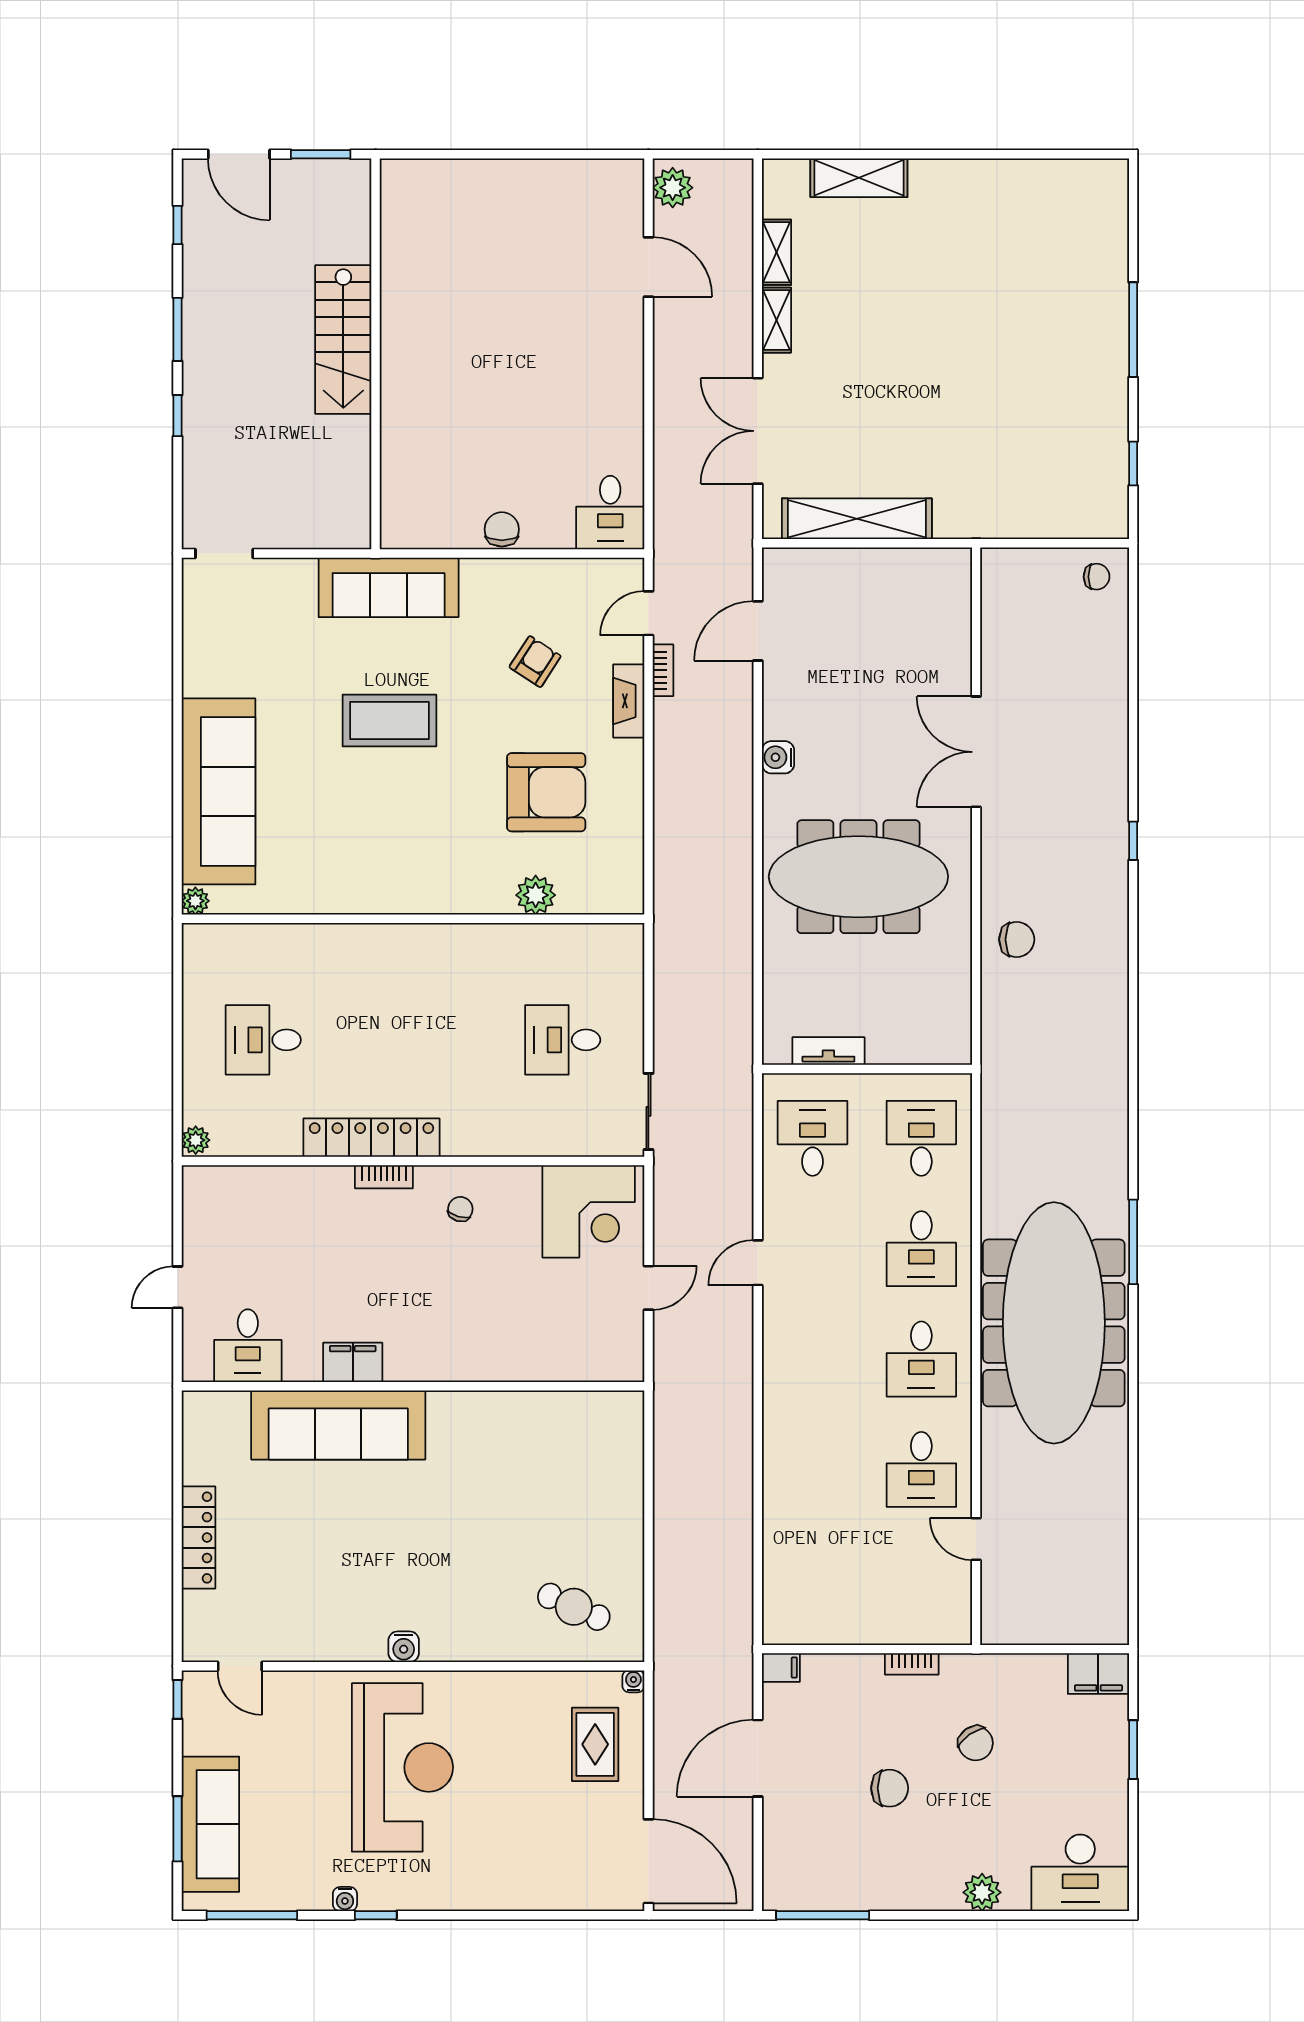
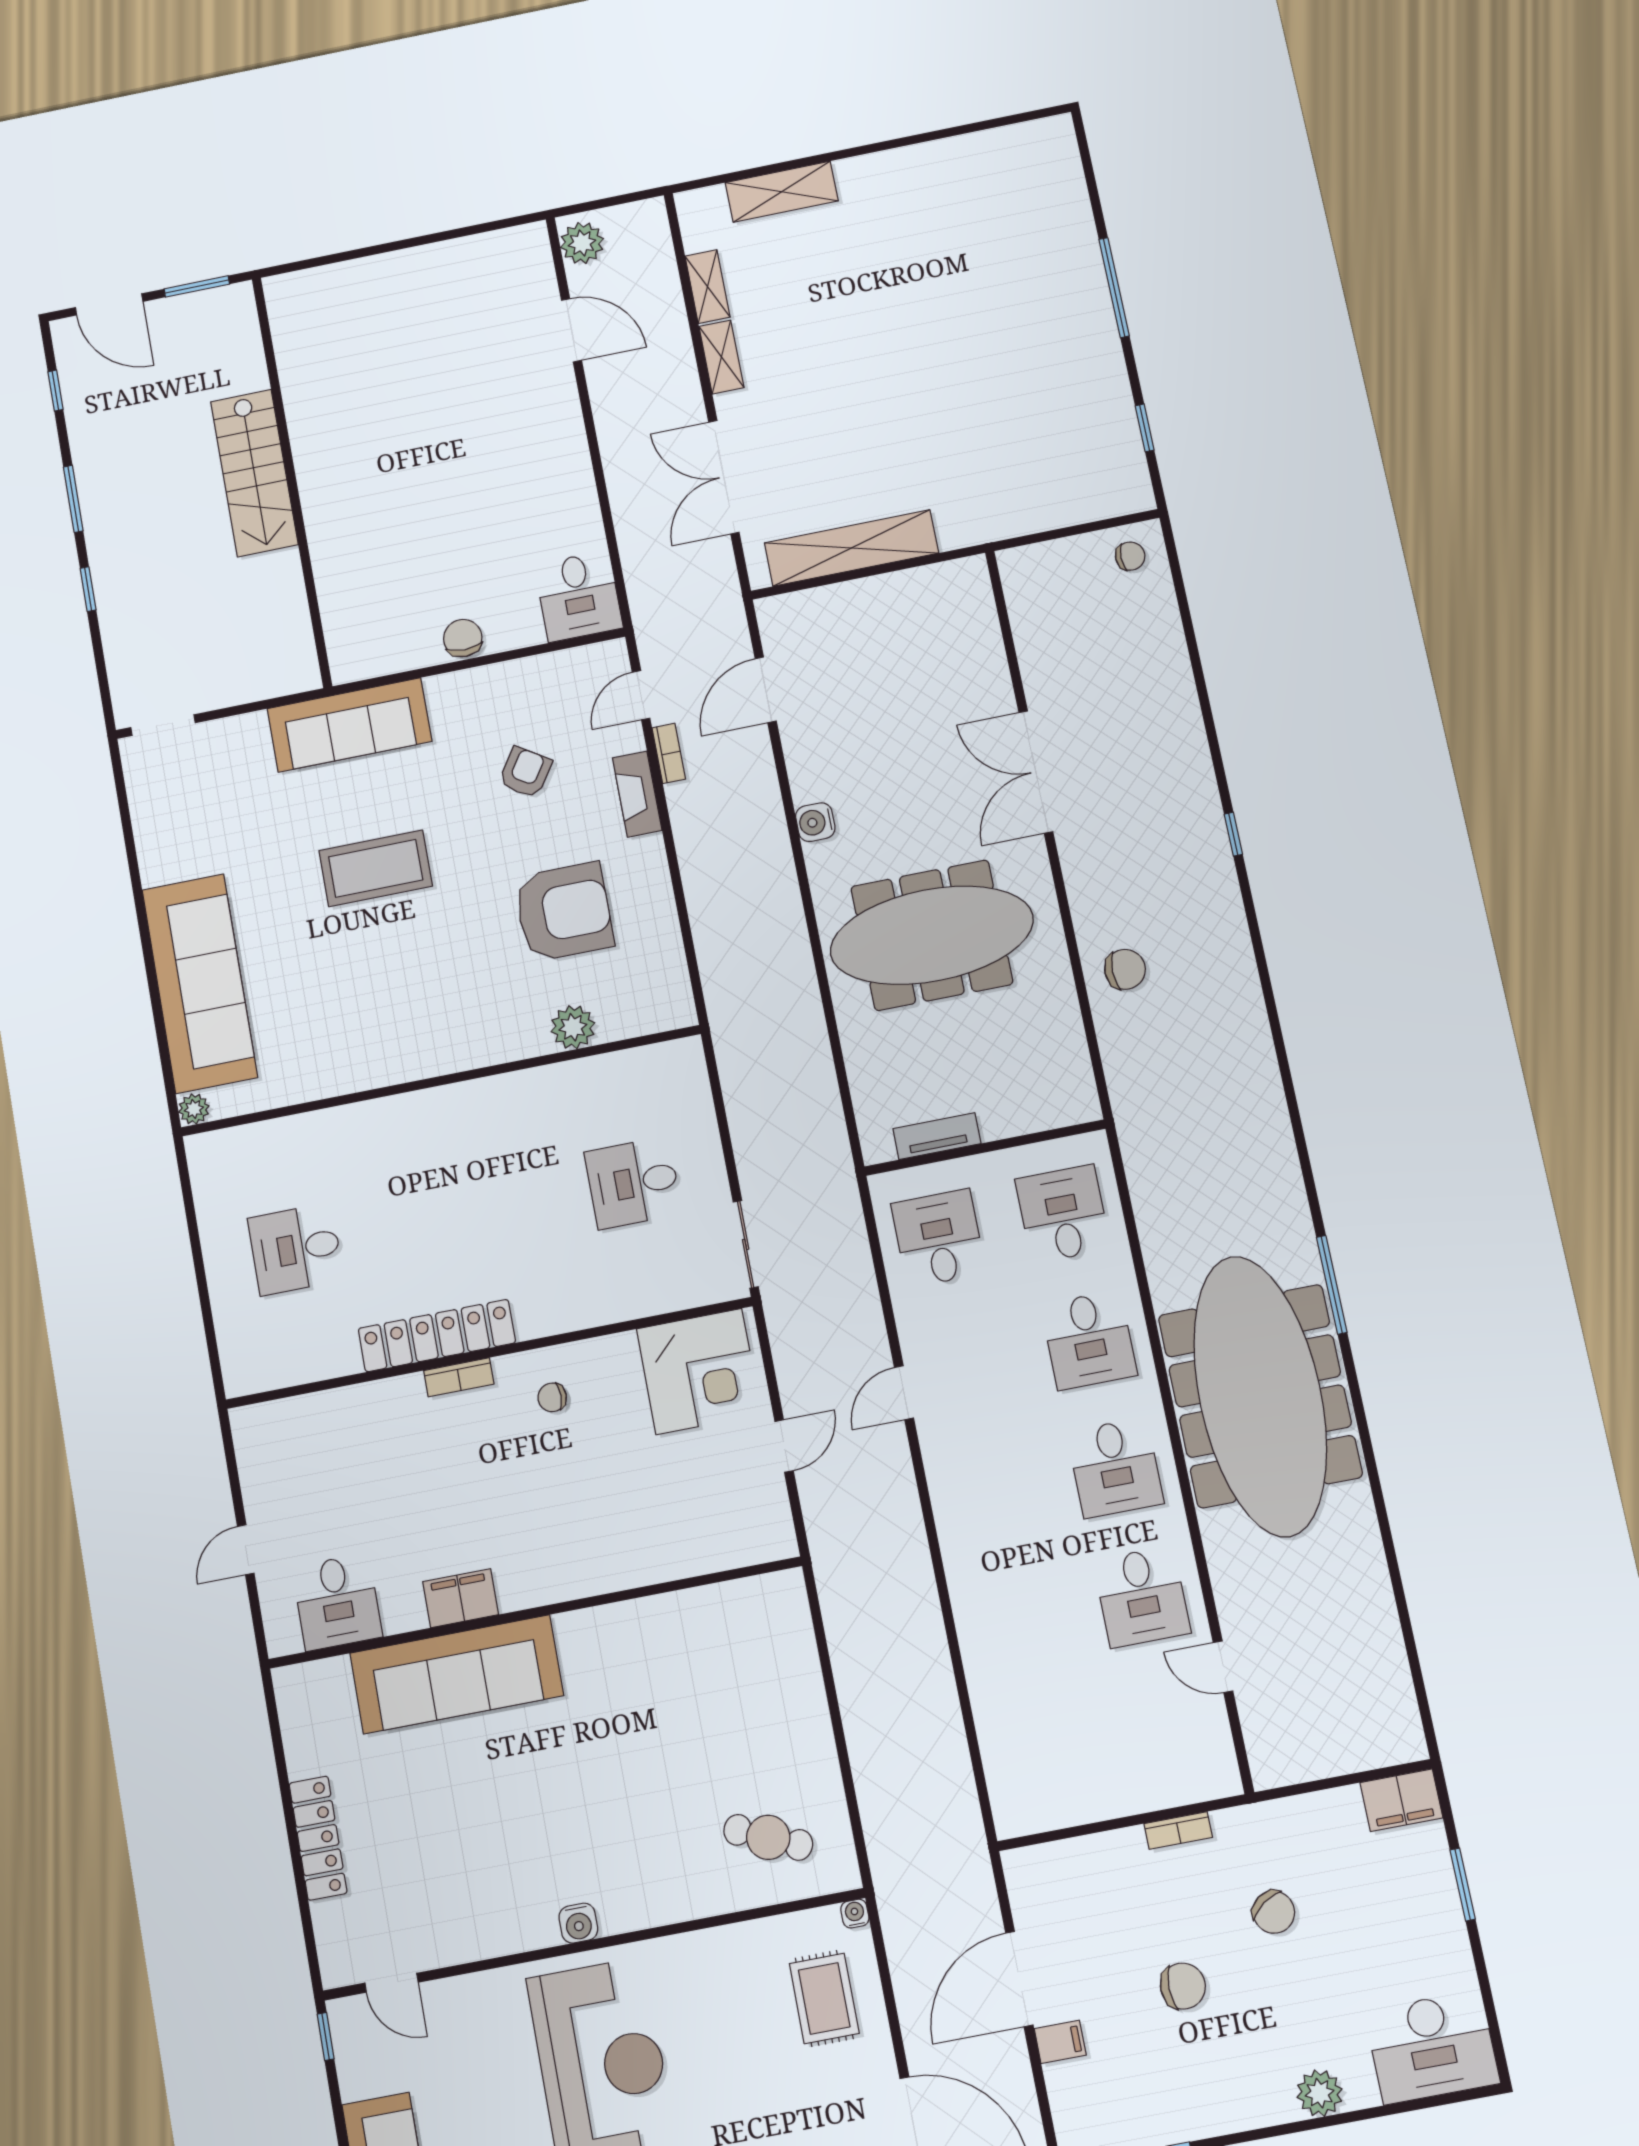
plant: (196, 1140) -> (239, 1377), removed
chair: (460, 1209) -> (552, 1397), turned -106
filing cabinet: (781, 1668) -> (1060, 2042), moved

